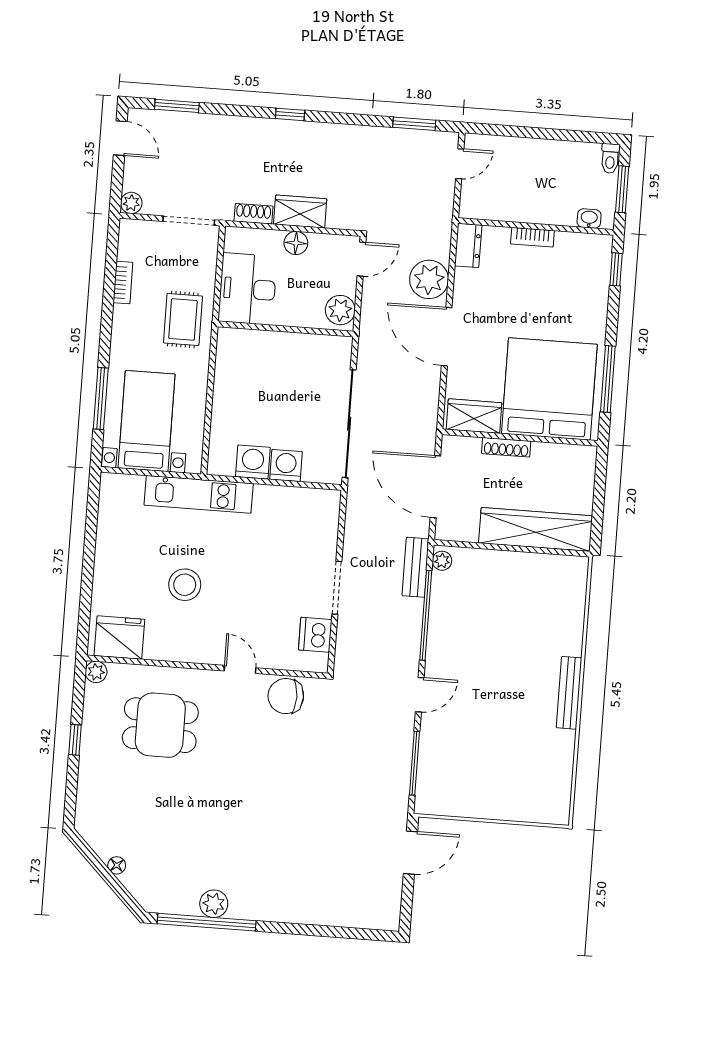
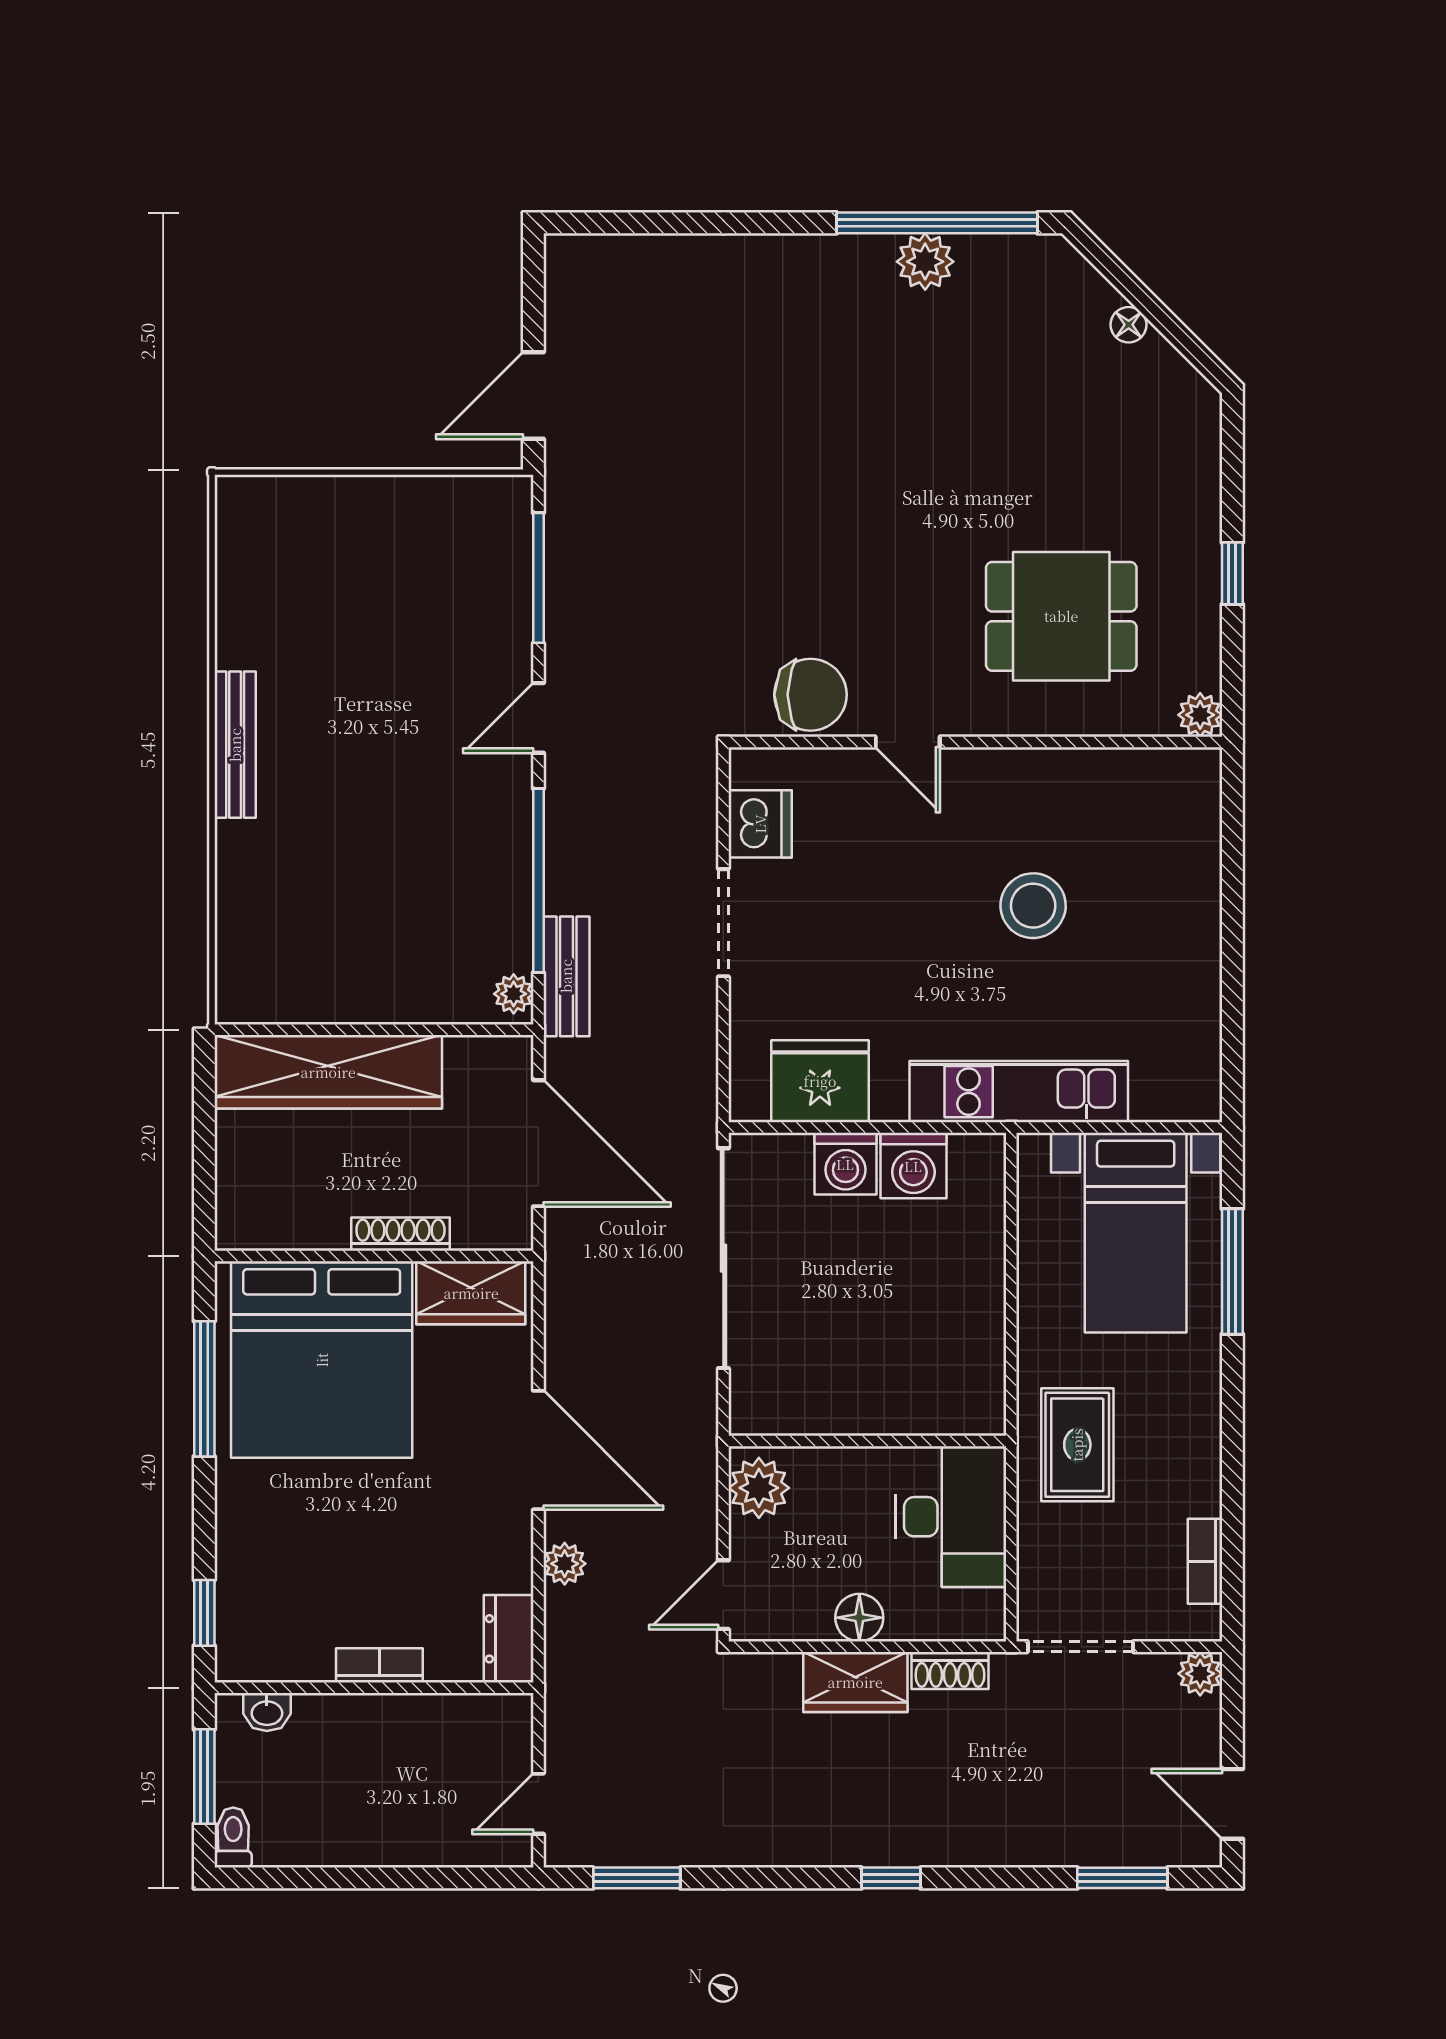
plant: (429, 279) -> (565, 1564), width x0.53, depth x0.53
bookcase: (123, 283) -> (1205, 1561), moved
fridge: (119, 638) -> (820, 1081), moved, turned 180

